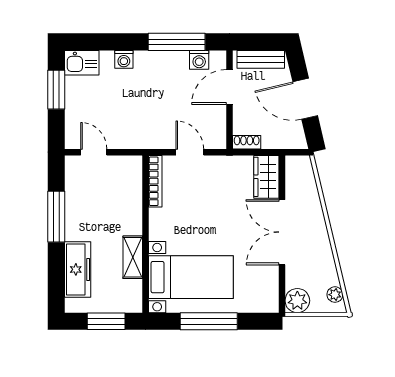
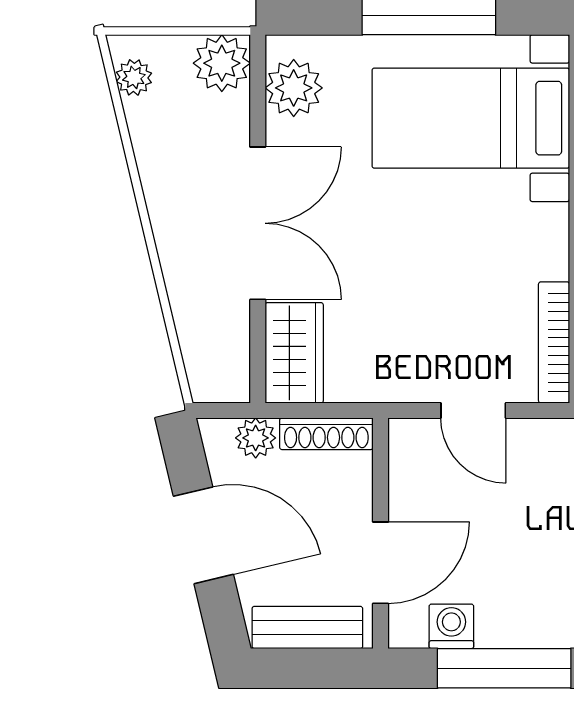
plant: (283, 140) -> (256, 438), added
shoe rack: (247, 142) -> (326, 434), width x1.43
plant: (267, 290) -> (294, 88), added

